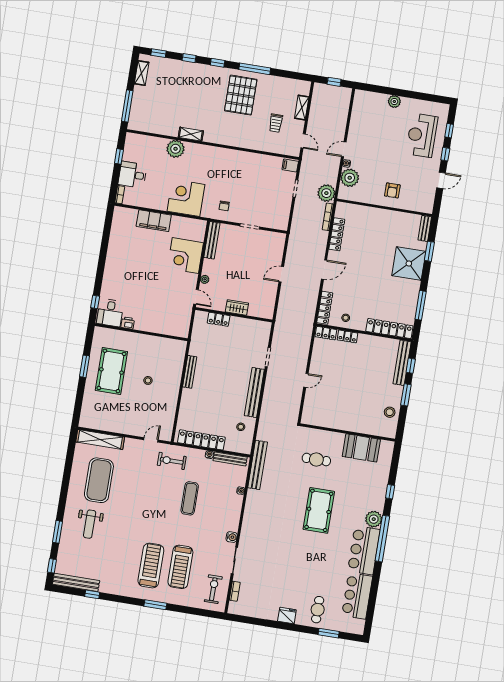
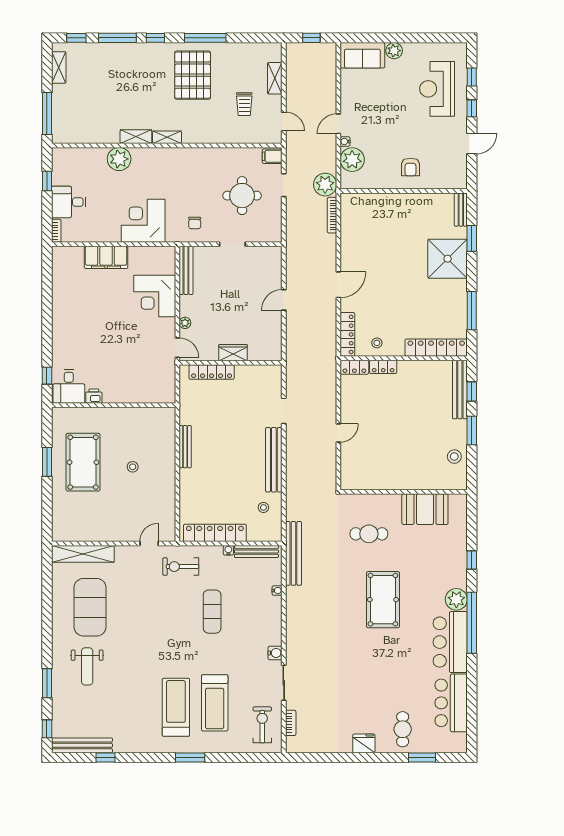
window: (189, 58) -> (117, 38), width x2.17
sofa: (370, 101) -> (362, 55), added
shelving: (214, 138) -> (167, 137), added
round table: (263, 191) -> (242, 196), added
locker: (337, 234) -> (347, 236), removed
locker: (219, 319) -> (212, 372), width x1.53

